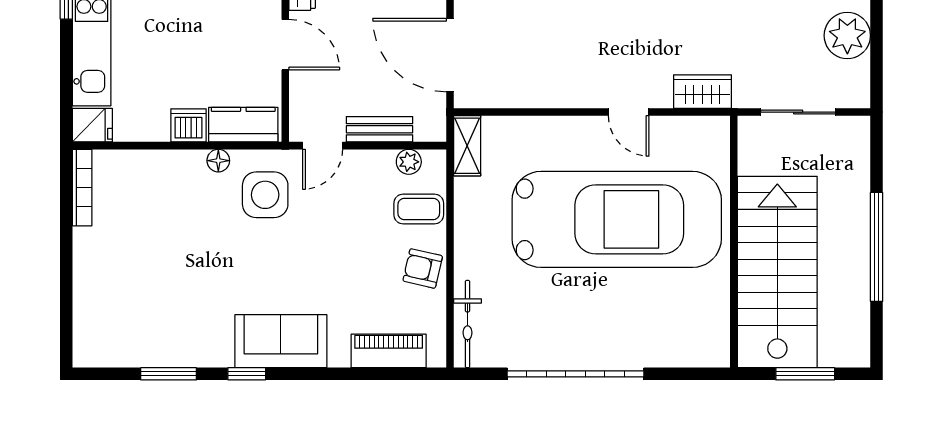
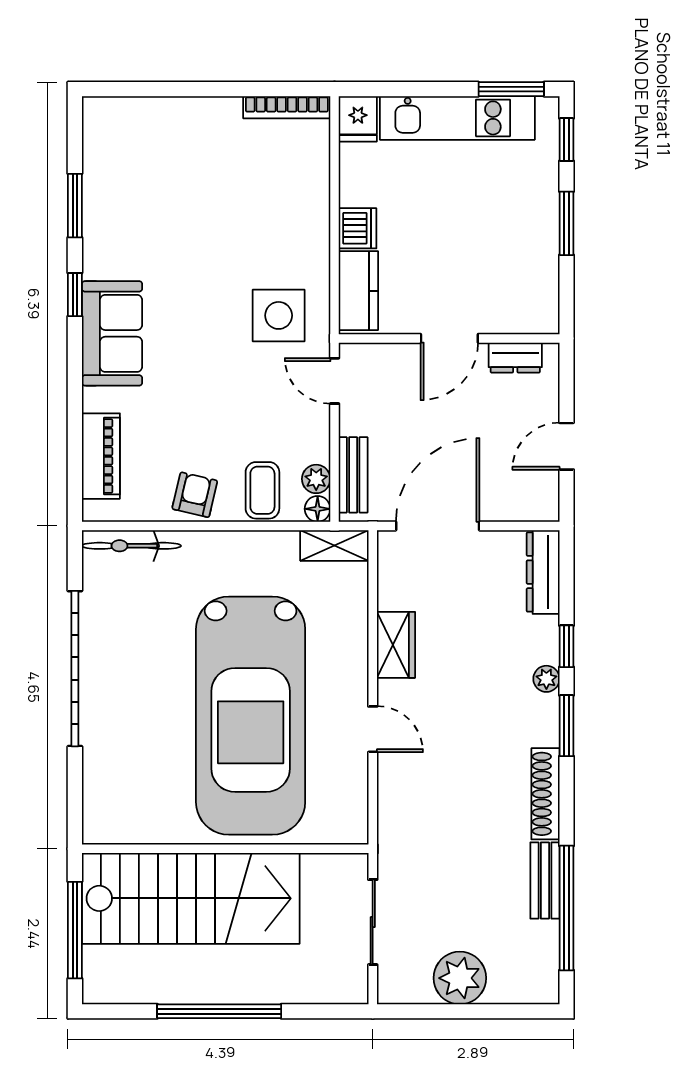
wardrobe: (703, 92) -> (396, 645), moved
door: (629, 112) -> (373, 729), swing flipped
bench: (380, 129) -> (353, 475), moved
floor lamp: (218, 161) -> (318, 509), moved
window: (805, 374) -> (75, 930), width x1.44

